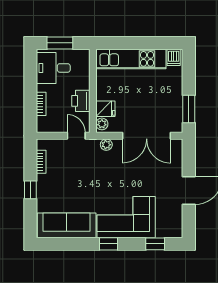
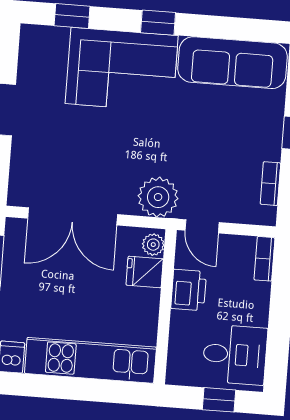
window: (60, 43) -> (219, 400), width x0.67
bookcase: (41, 104) -> (264, 259), moved
double door: (147, 136) -> (73, 216), swing flipped
plant: (106, 145) -> (158, 197), width x1.88, depth x1.88

